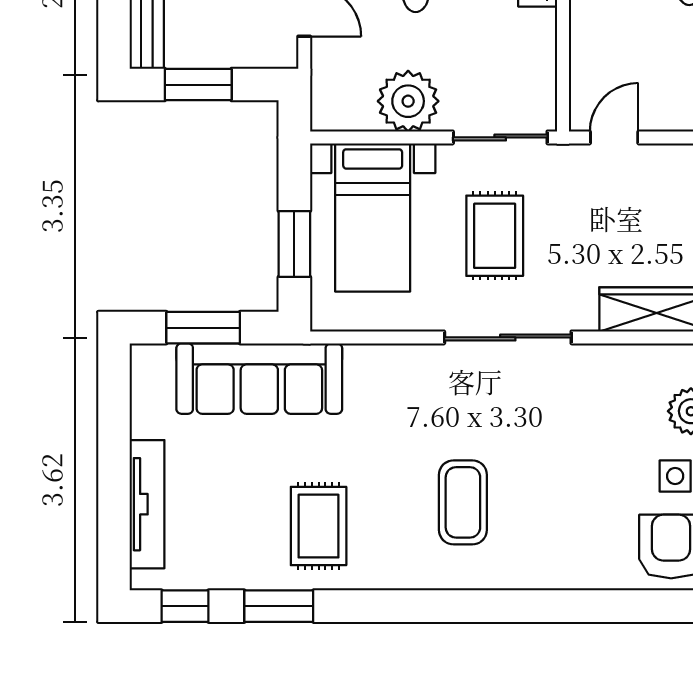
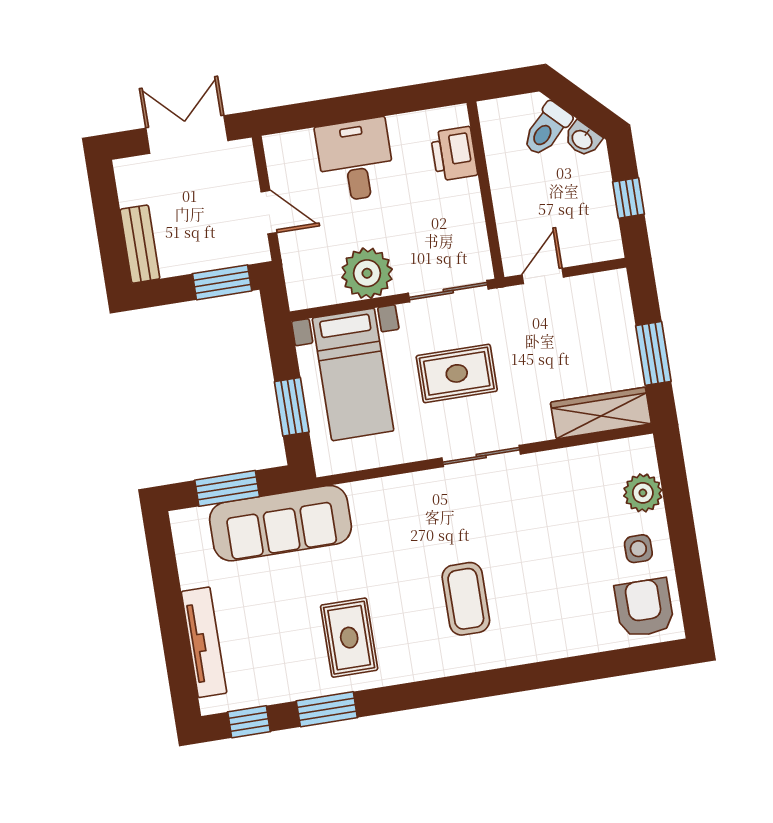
window: (198, 85) -> (222, 282), moved
rug: (495, 236) -> (457, 373), turned 90
sliding door: (508, 337) -> (481, 456), width x0.73

